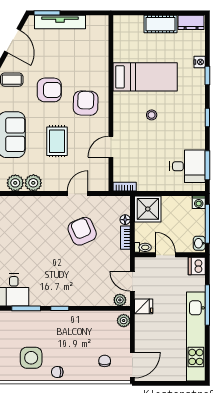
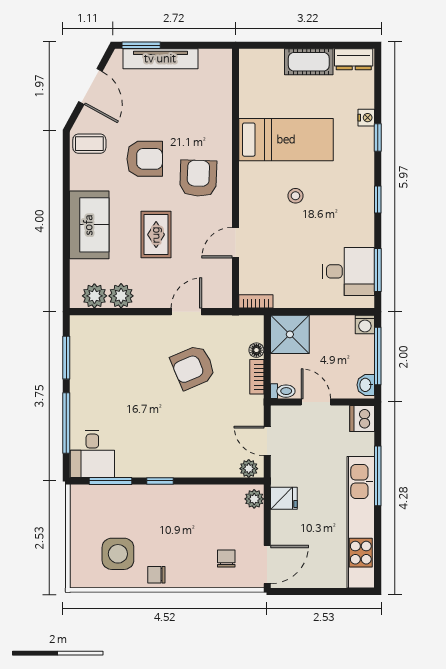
armchair: (82, 231) -> (193, 367), turned -90
fridge: (144, 306) -> (284, 498), moved

